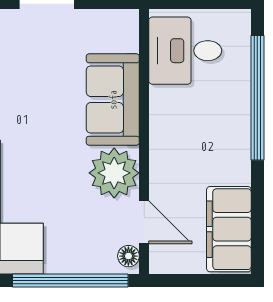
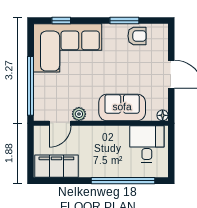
plant: (114, 173) -> (79, 114), width x0.53, depth x0.53
floor lamp: (128, 256) -> (163, 115), moved

